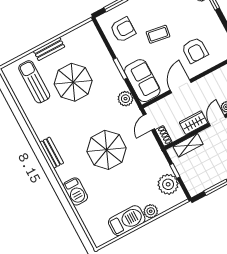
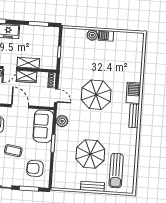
door: (181, 86) -> (20, 106), swing flipped
door: (149, 122) -> (56, 96), hinge flipped
shelving: (188, 145) -> (28, 63), moved
plant: (168, 184) -> (69, 46), removed
barbecue: (75, 191) -> (134, 93), moved
barbecue: (127, 221) -> (106, 36), width x0.53, depth x0.65

